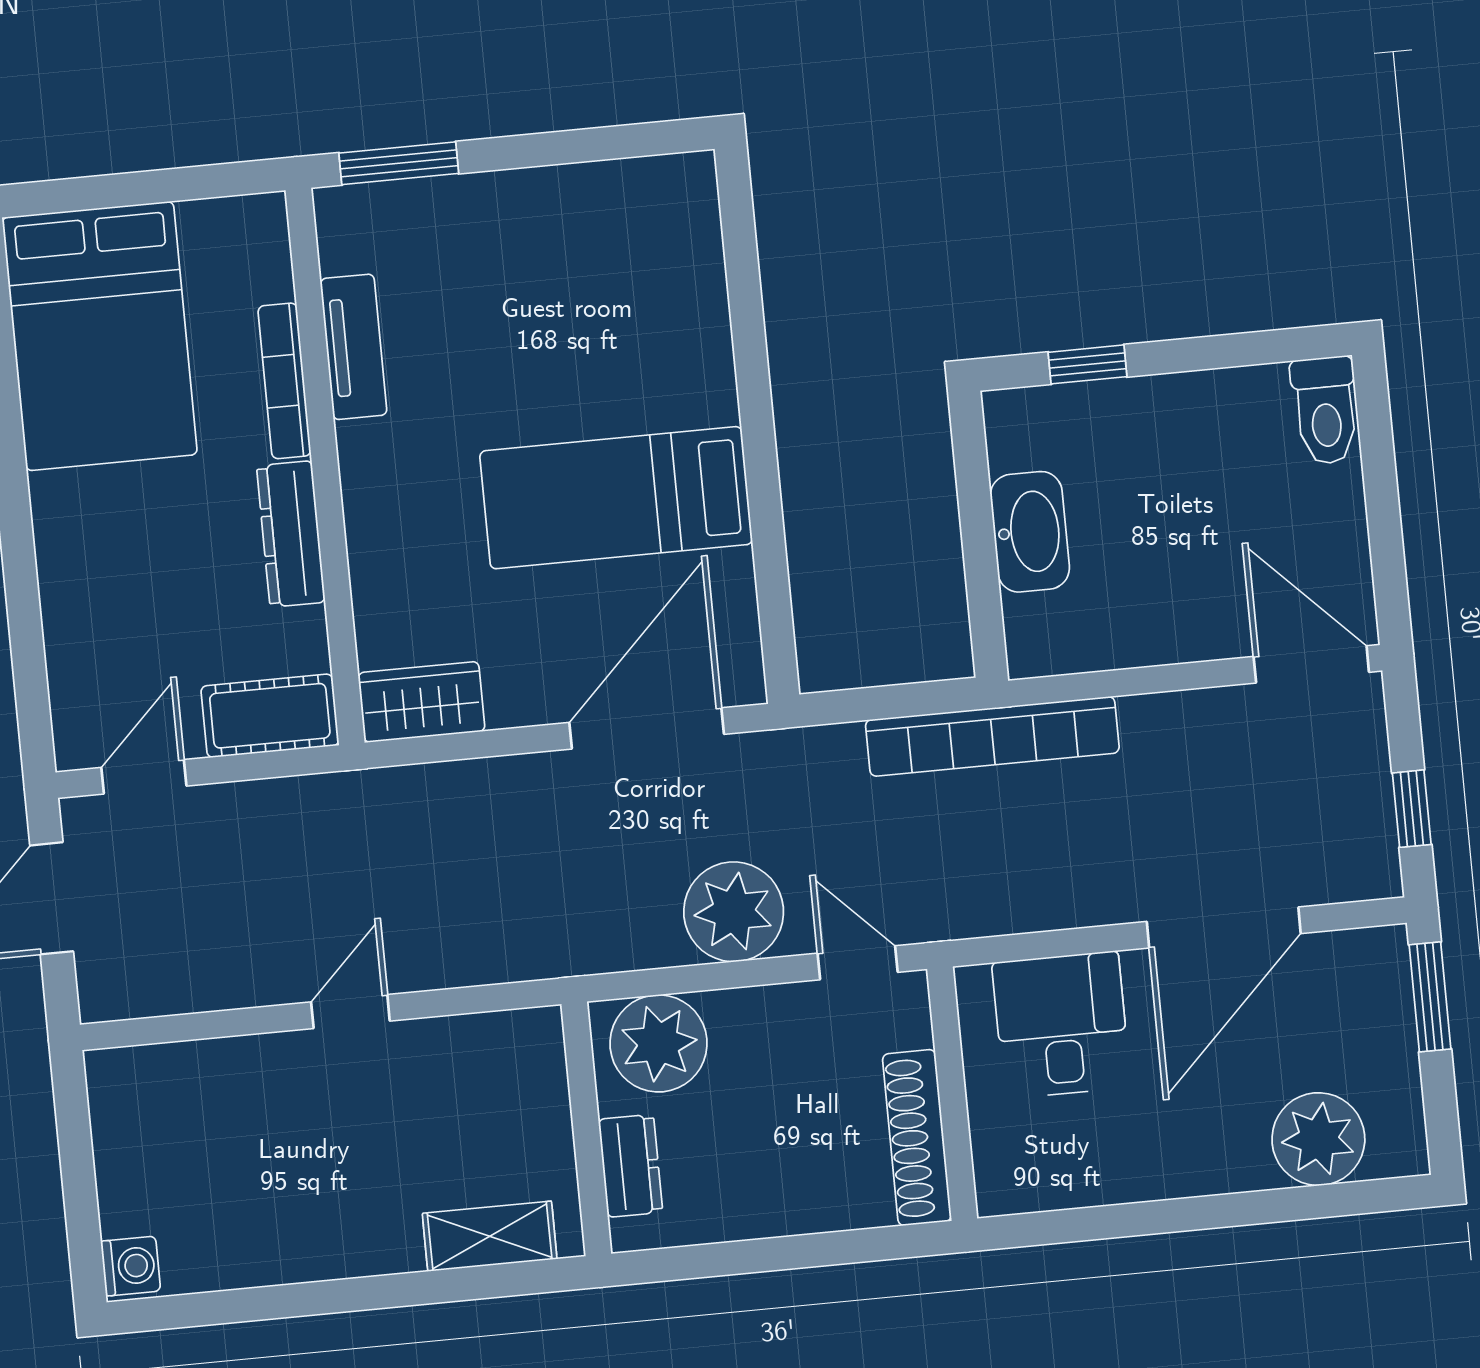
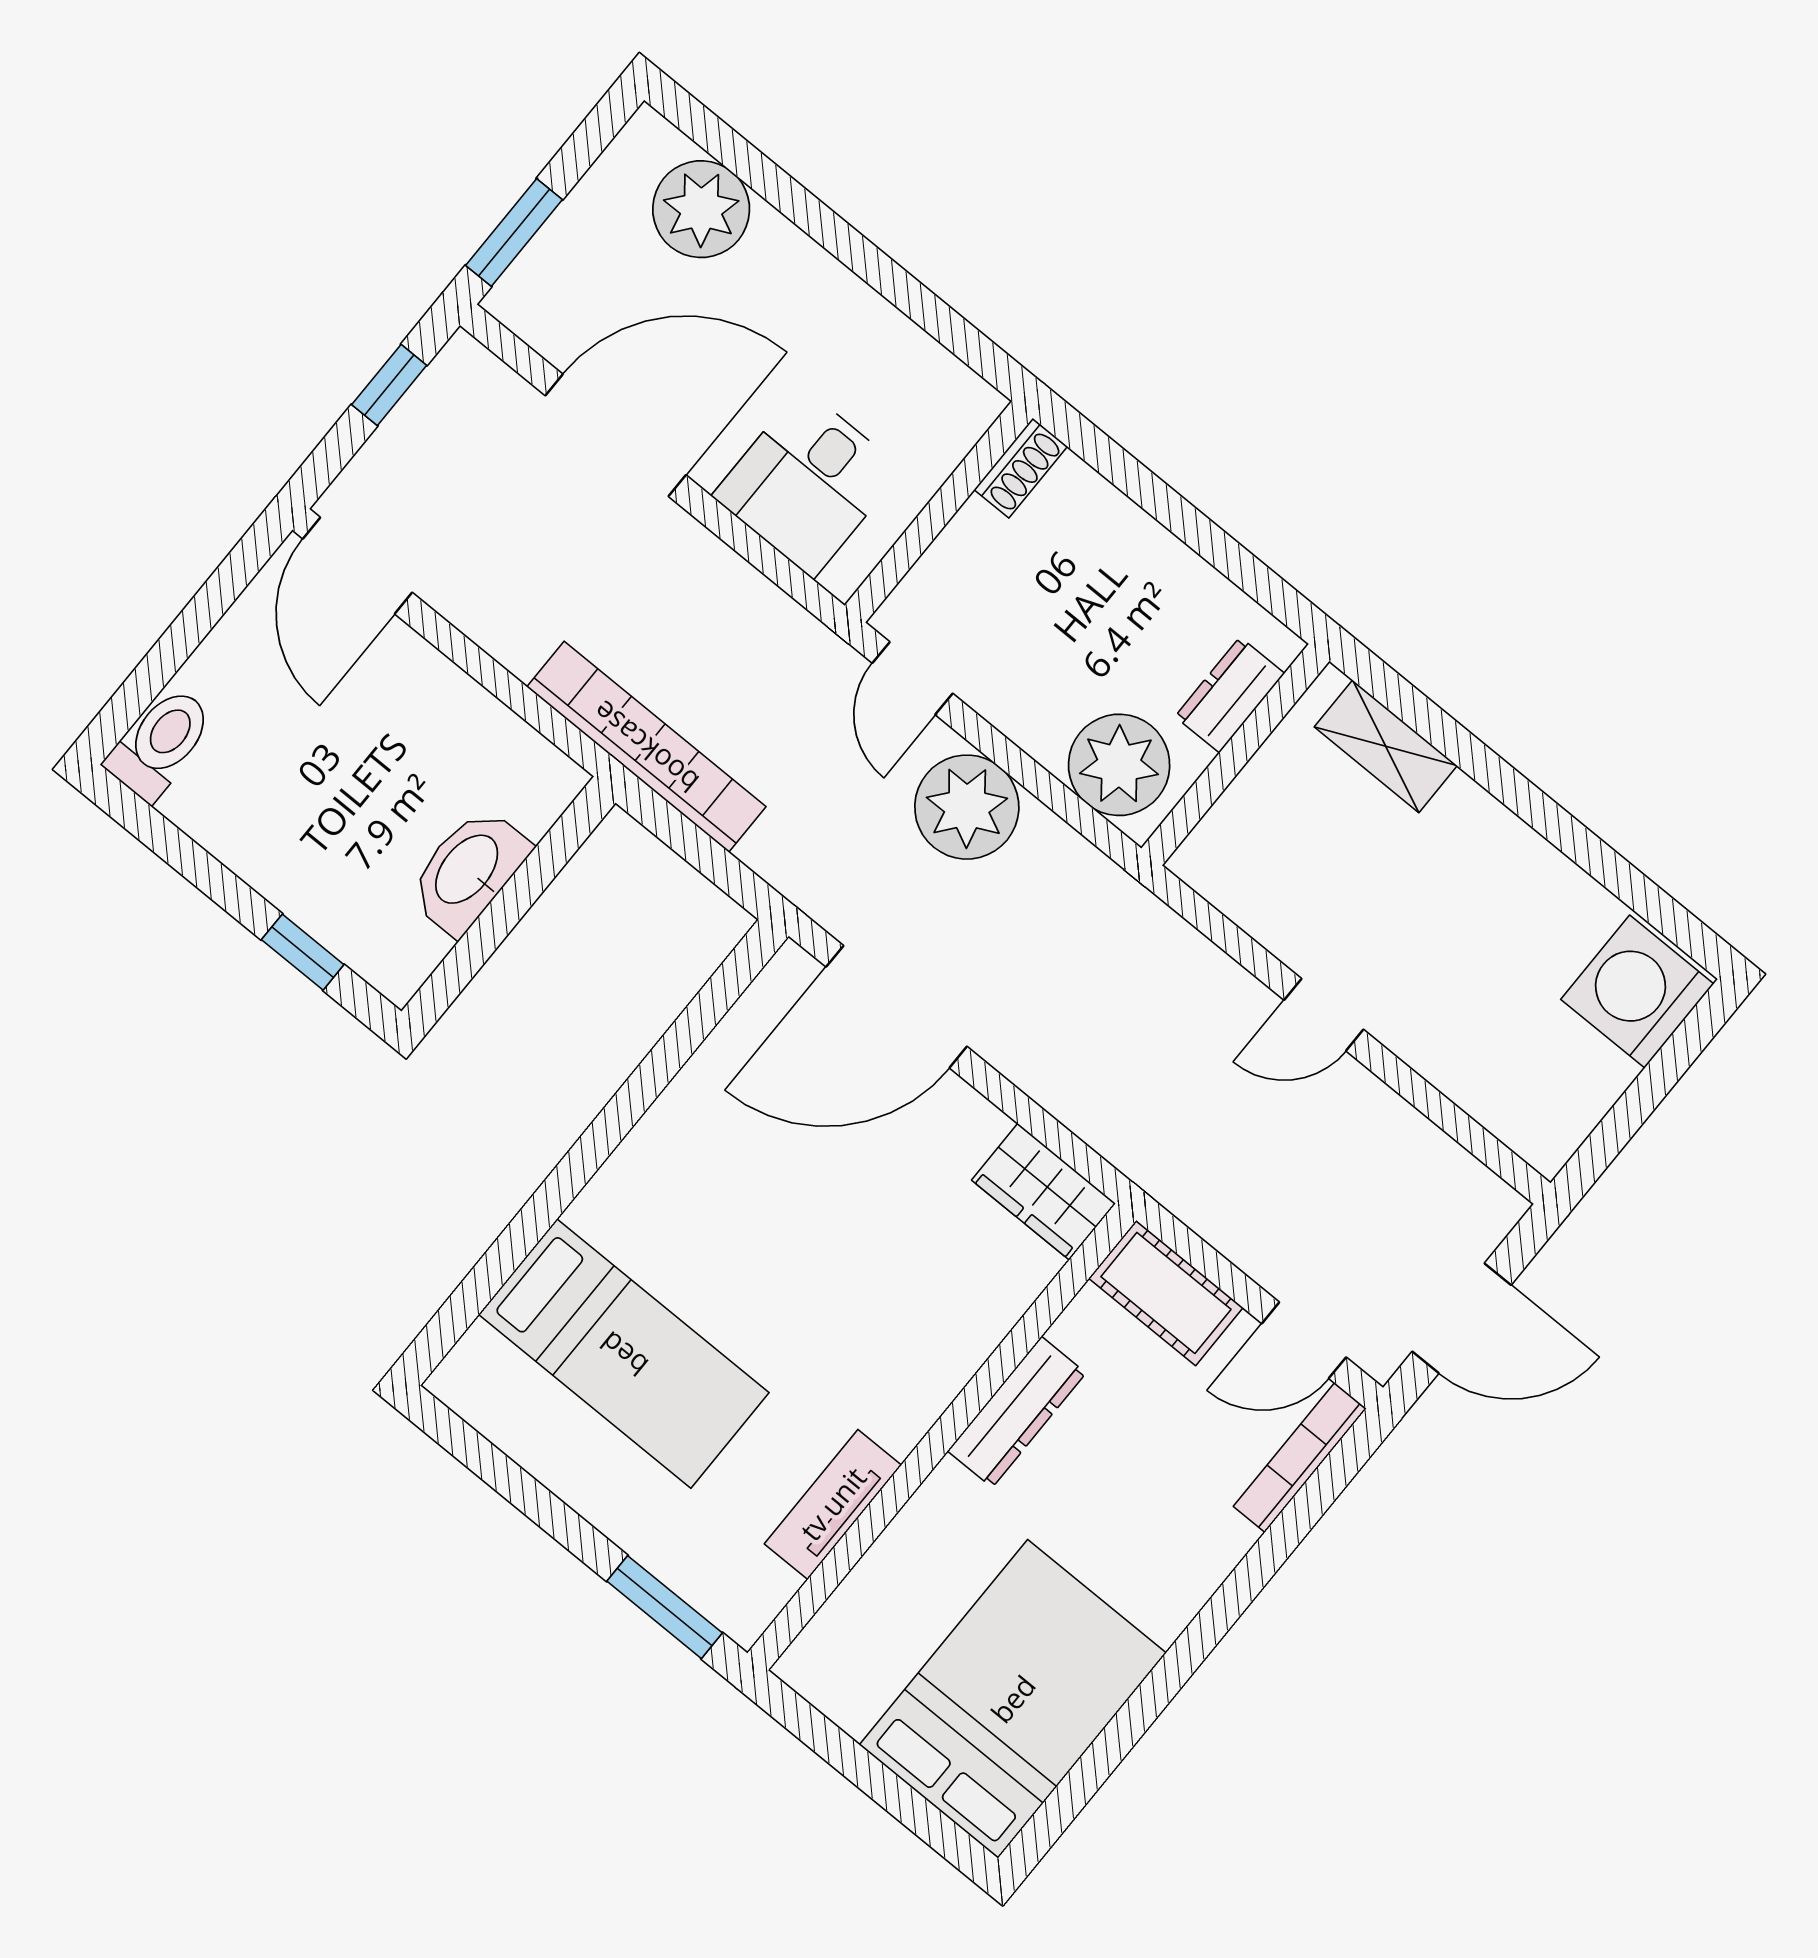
bookcase: (284, 381) -> (1300, 1457), moved, turned 180
bed: (616, 498) -> (624, 1354), moved
shoe rack: (917, 1138) -> (1021, 468), width x0.51, depth x0.81
washing machine: (131, 1266) -> (1637, 992), width x1.89, depth x1.89

